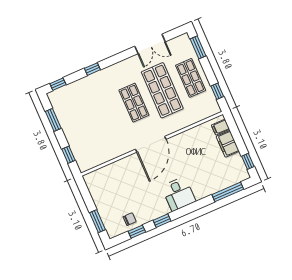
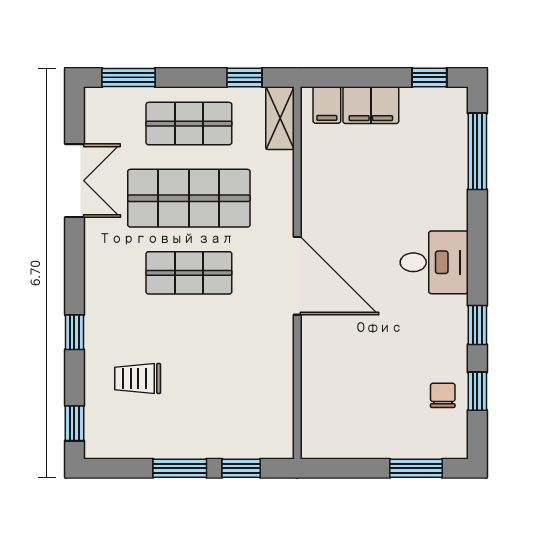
trolley: (85, 101) -> (138, 378), added
shelving: (208, 112) -> (280, 118), added
window: (53, 120) -> (180, 468), moved

